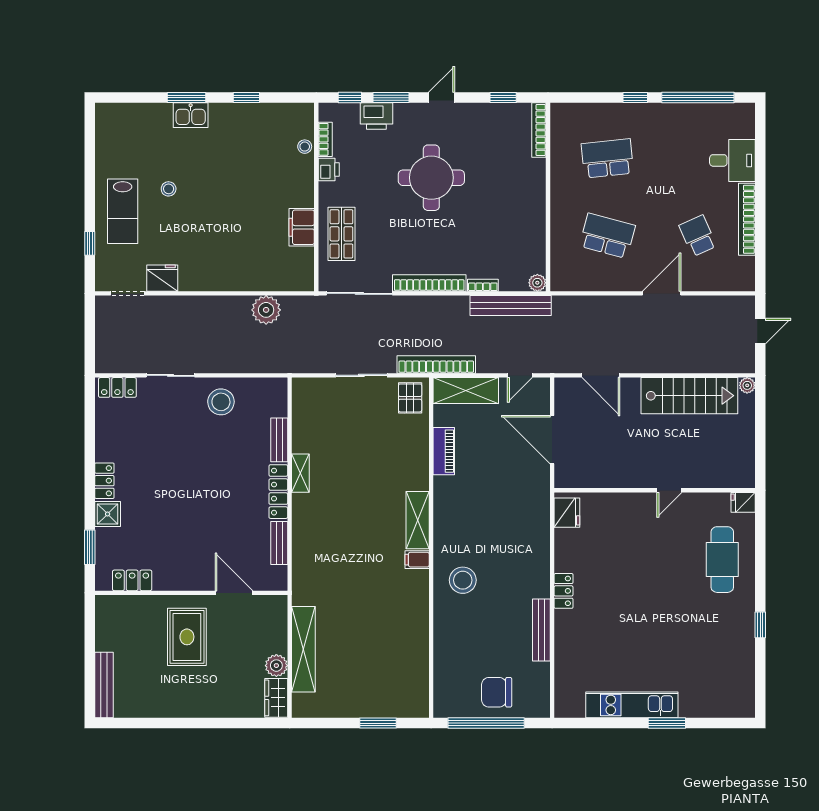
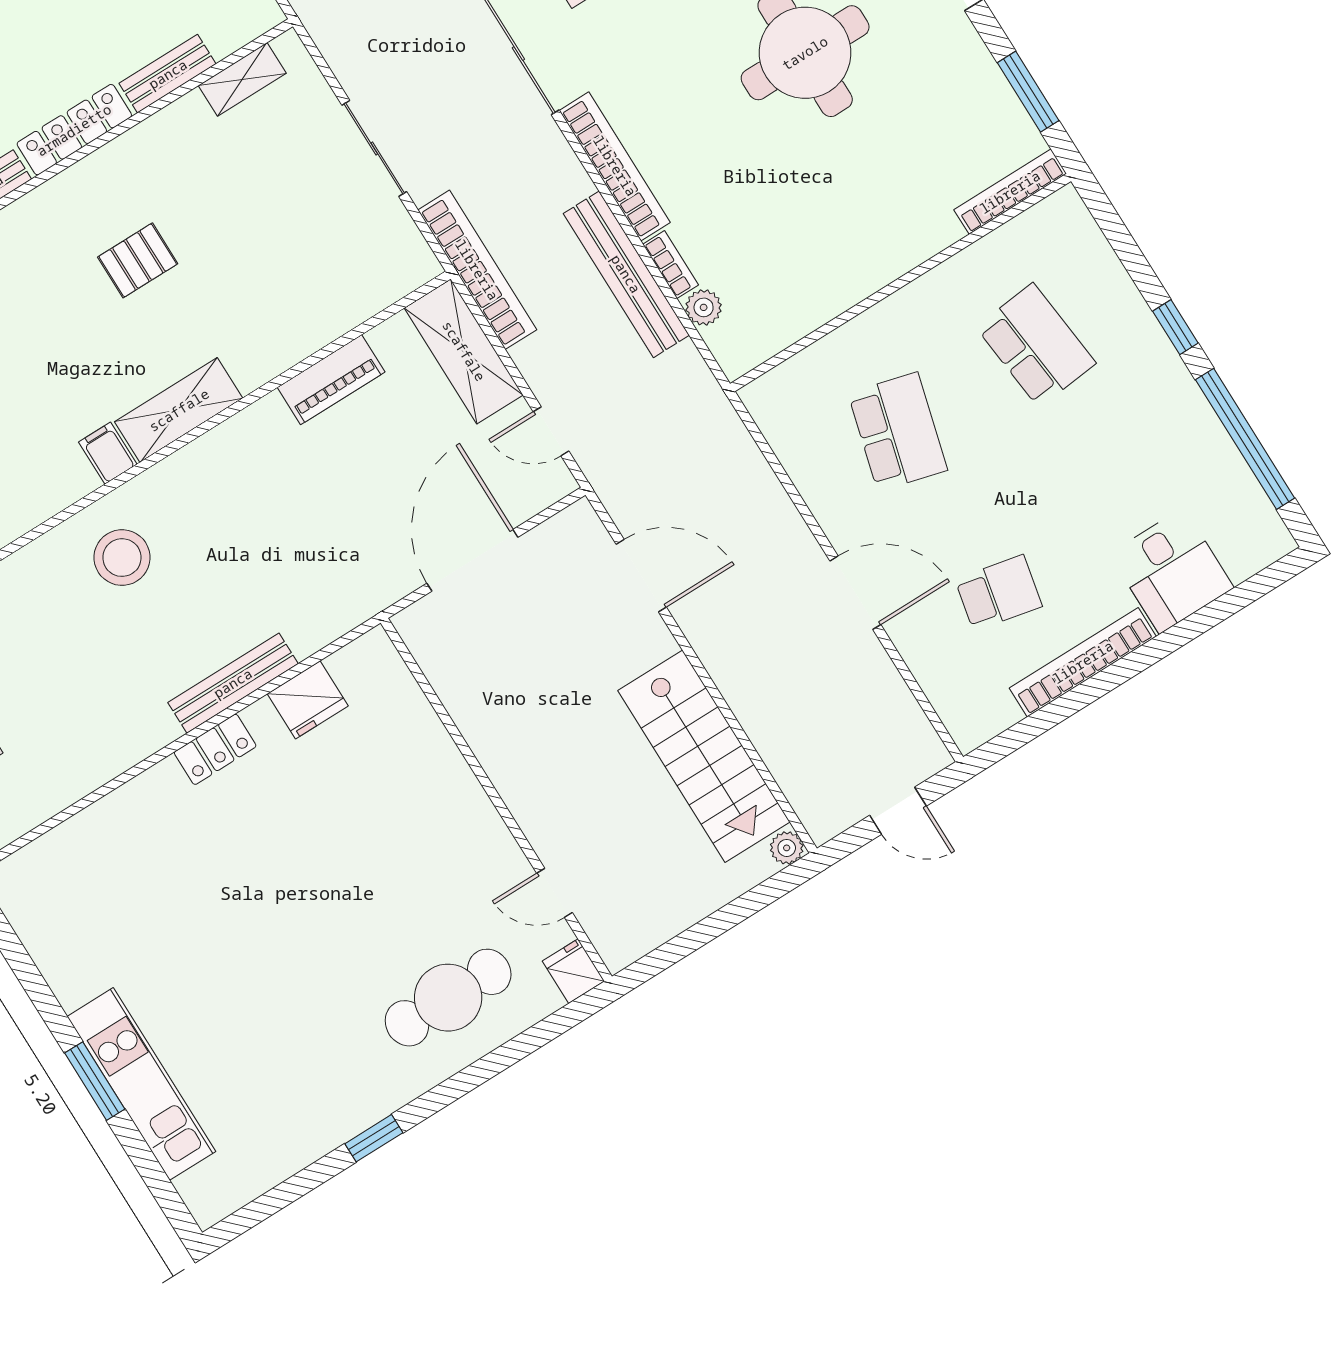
window: (503, 98) -> (1028, 92), width x1.50
school desk: (698, 236) -> (999, 593), turned 36
plant: (537, 283) -> (704, 307), moved
bench: (511, 306) -> (626, 274), moved
door: (601, 375) -> (641, 576), swing flipped
pallet: (410, 398) -> (138, 260), moved
shelving: (300, 473) -> (242, 79), moved
door: (669, 490) -> (555, 893), moved
fridge: (567, 513) -> (308, 700), moved
bench: (541, 630) -> (233, 683), moved
kitchen unit: (632, 705) -> (141, 1084), moved

